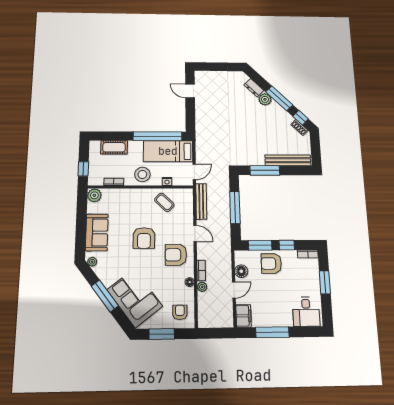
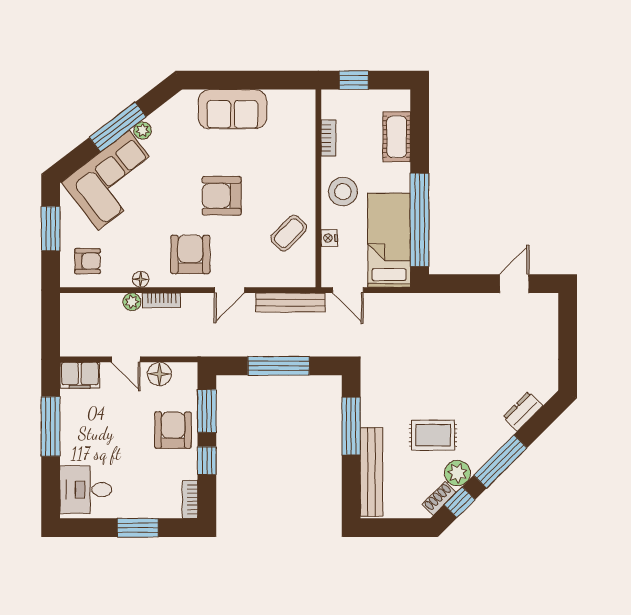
plant: (265, 99) -> (457, 473), moved
rug: (268, 130) -> (433, 435), added
plant: (94, 195) -> (302, 103), removed
plant: (92, 262) -> (143, 130), moved

